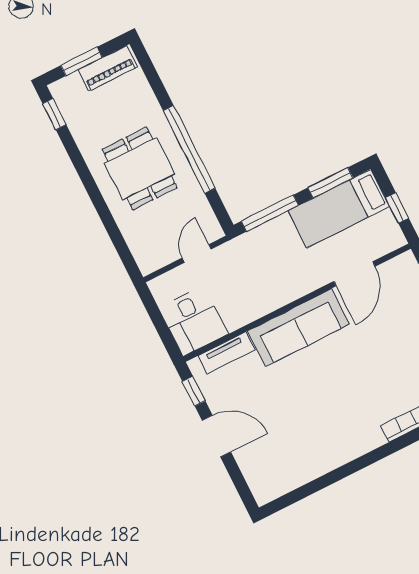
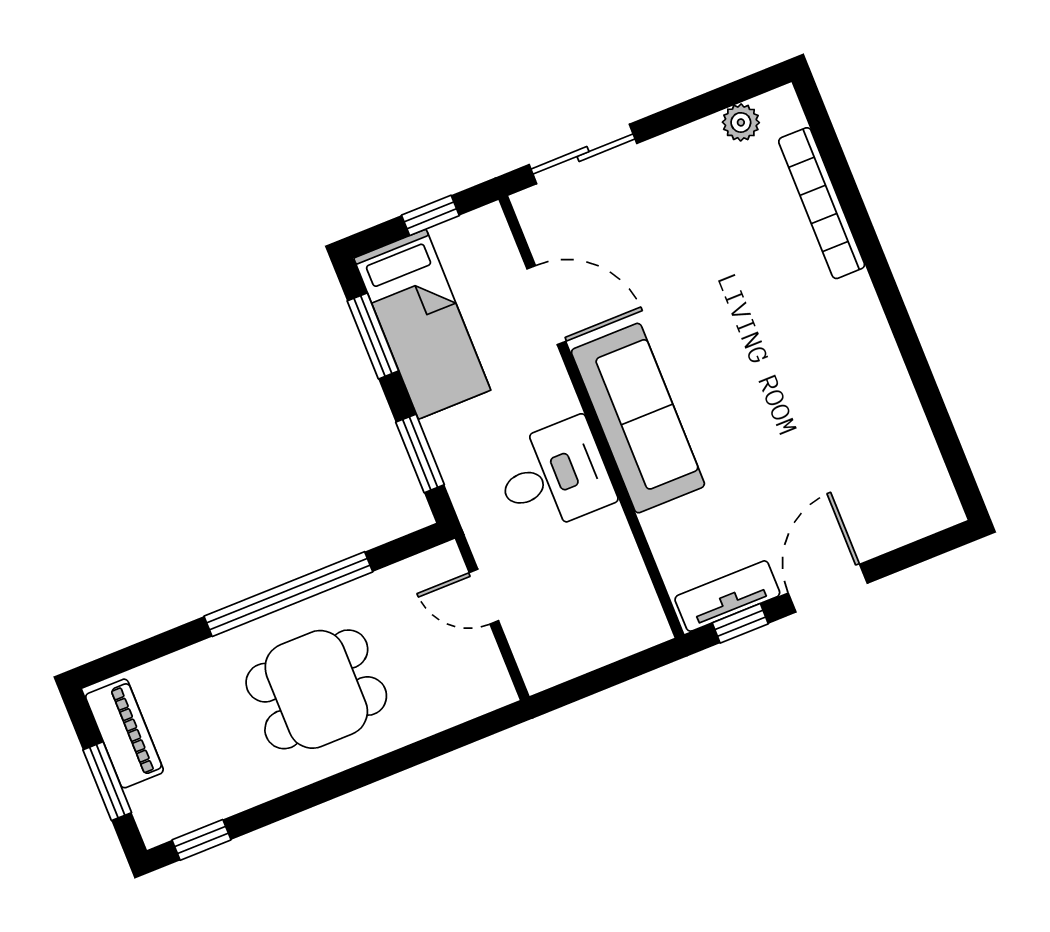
window: (270, 213) -> (420, 453), width x0.69
desk: (193, 321) -> (554, 476), moved
tv unit: (226, 353) -> (727, 596), moved, turned -90

